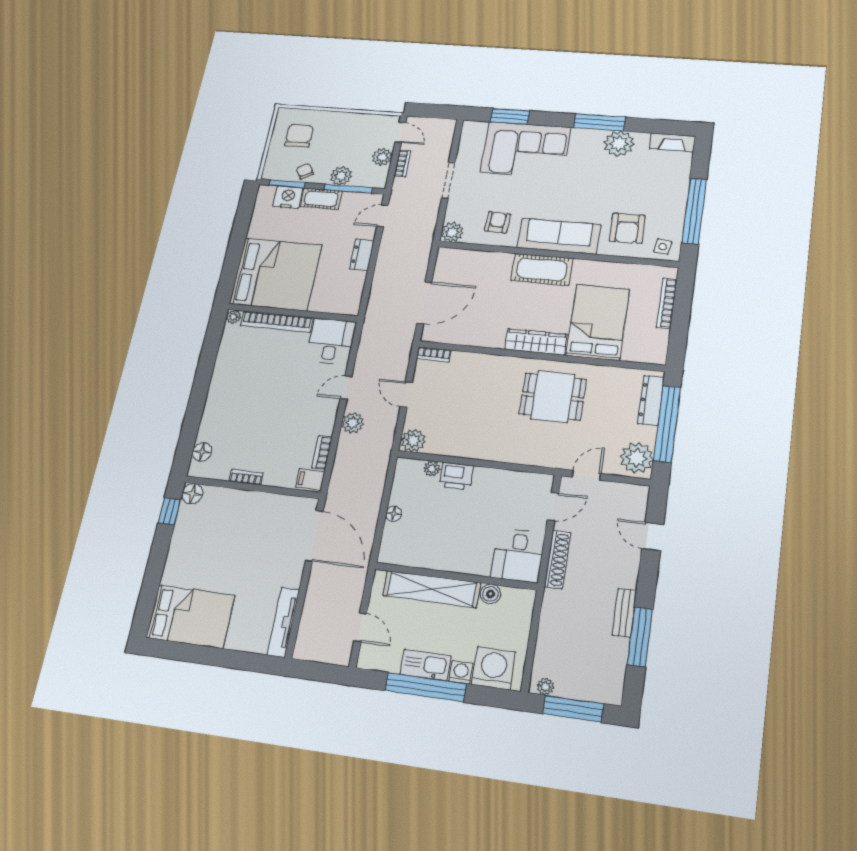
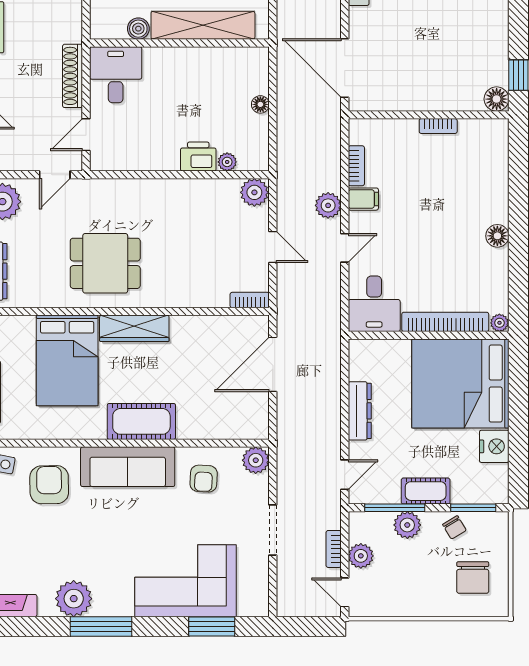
nightstand: (288, 197) -> (494, 446), moved, turned -90
dresser: (362, 255) -> (360, 411), width x1.44
floor lamp: (202, 452) -> (497, 236), moved
filing cabinet: (310, 479) -> (363, 199), moved

